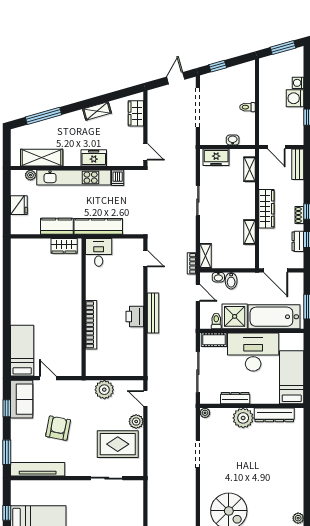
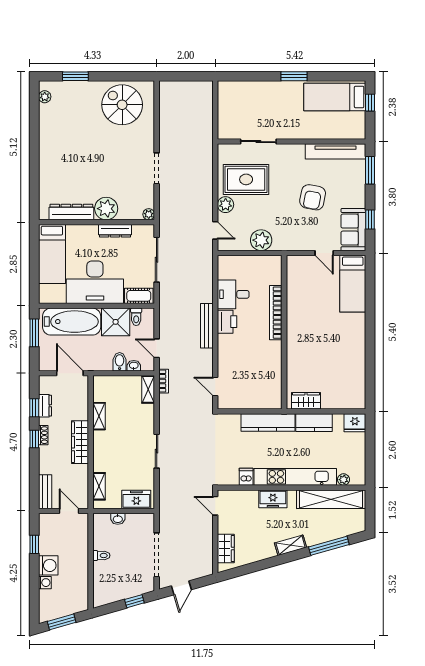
shelving: (97, 111) -> (291, 545), moved
shelving: (42, 158) -> (331, 499), width x1.47
fridge: (19, 205) -> (355, 423), moved, turned -90
desk: (99, 252) -> (233, 294), moved, turned 90

